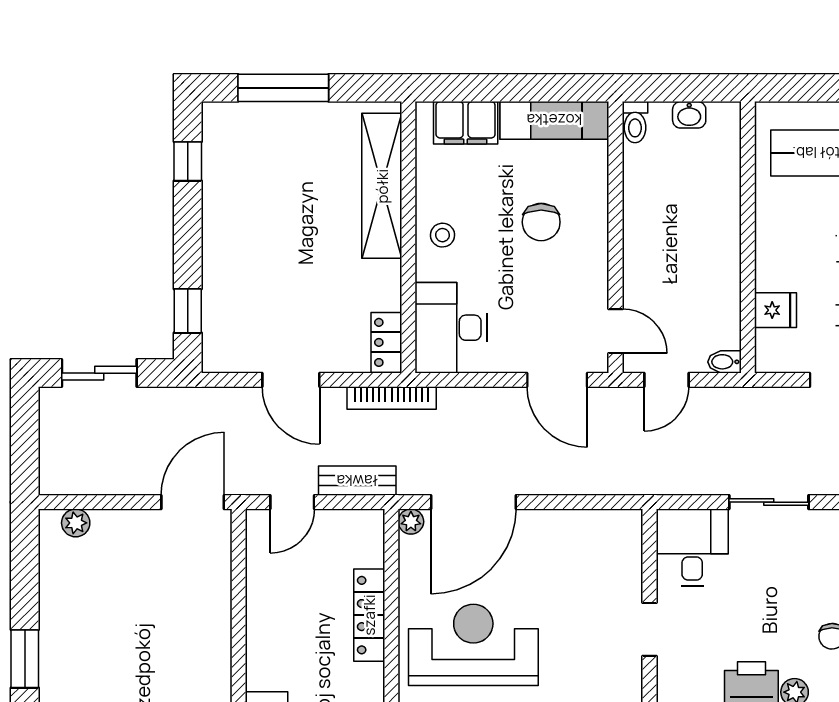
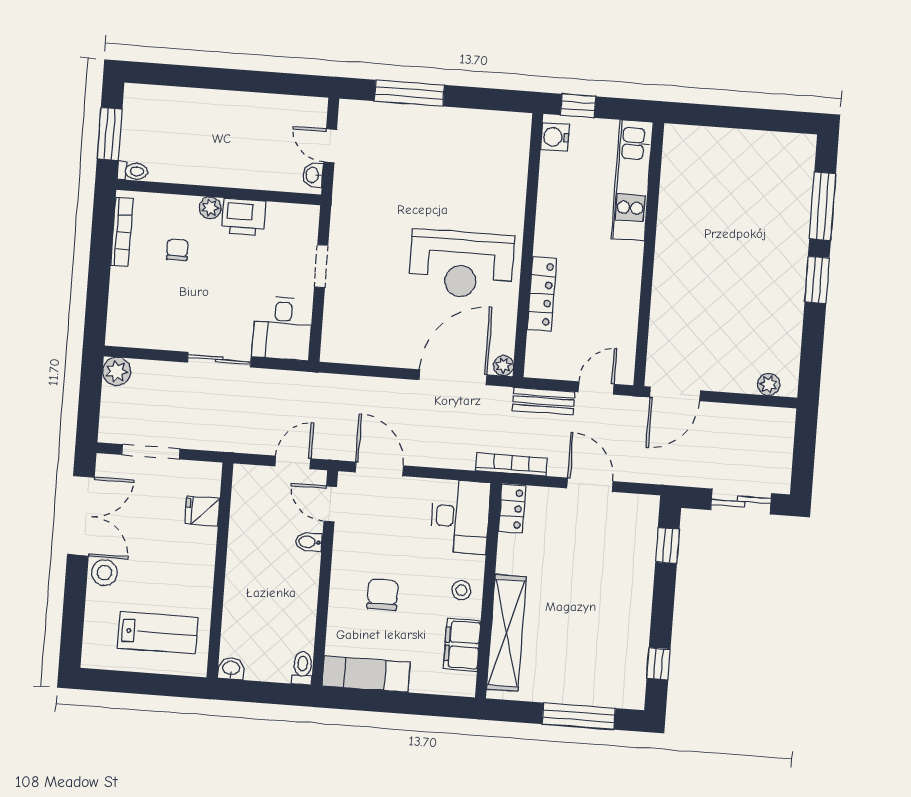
washbasin: (689, 115) -> (231, 669), moved
filing cabinet: (466, 123) -> (462, 645), moved, turned -90
bidet: (725, 362) -> (309, 542), moved, turned 180

